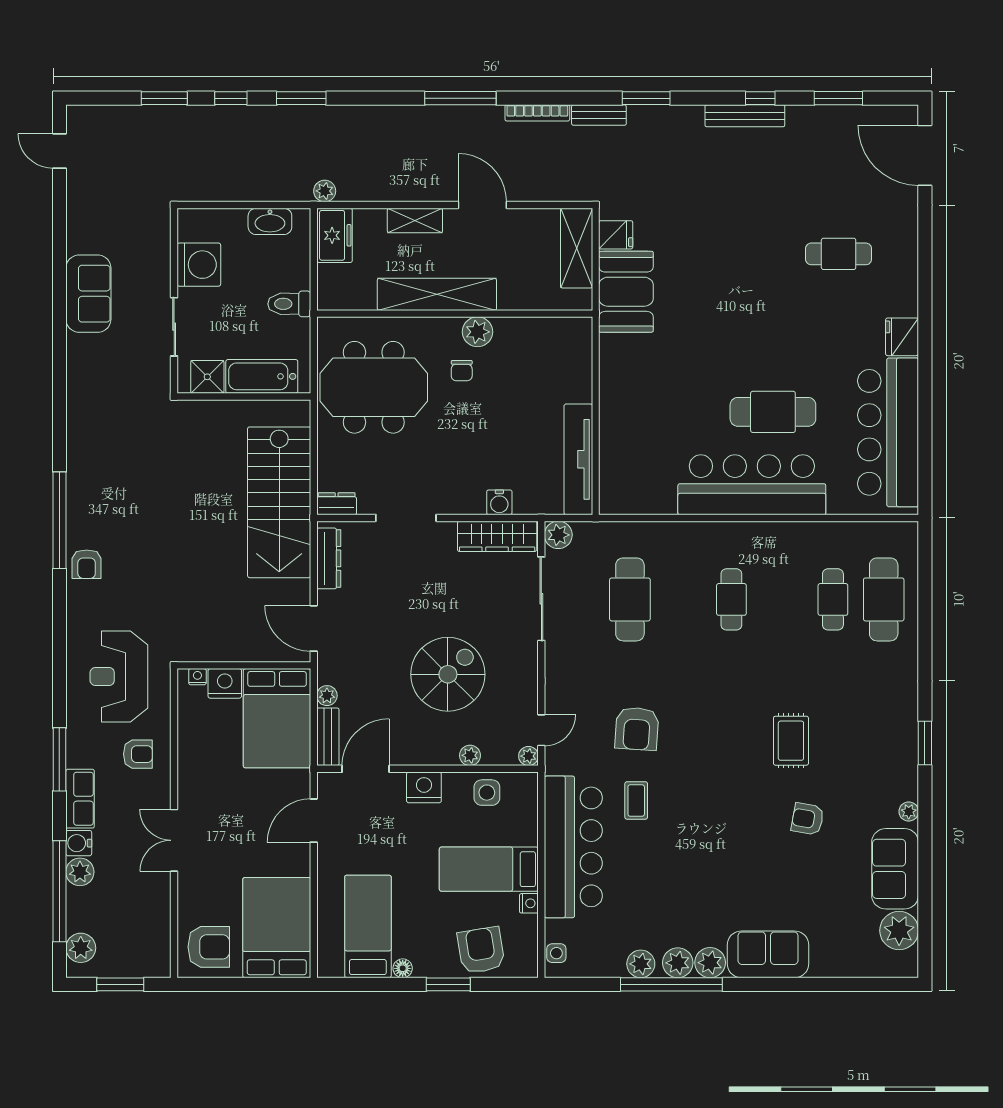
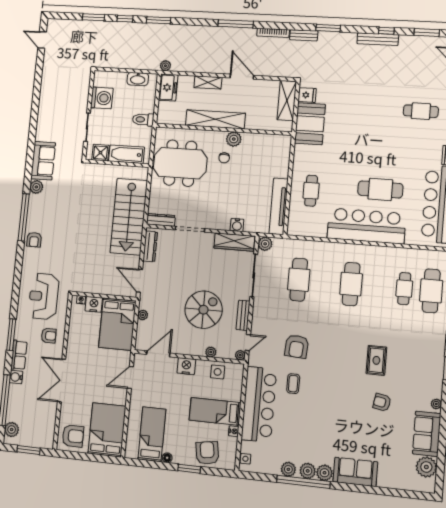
sofa: (88, 294) -> (43, 161), moved
cafe table: (639, 424) -> (311, 191), added
dresser: (337, 504) -> (161, 220), width x1.44
cafe table: (731, 599) -> (351, 284), width x1.37, depth x1.35
bench: (328, 737) -> (243, 315), moved
double door: (174, 840) -> (62, 380), width x1.37
plant: (80, 872) -> (36, 187), moved

